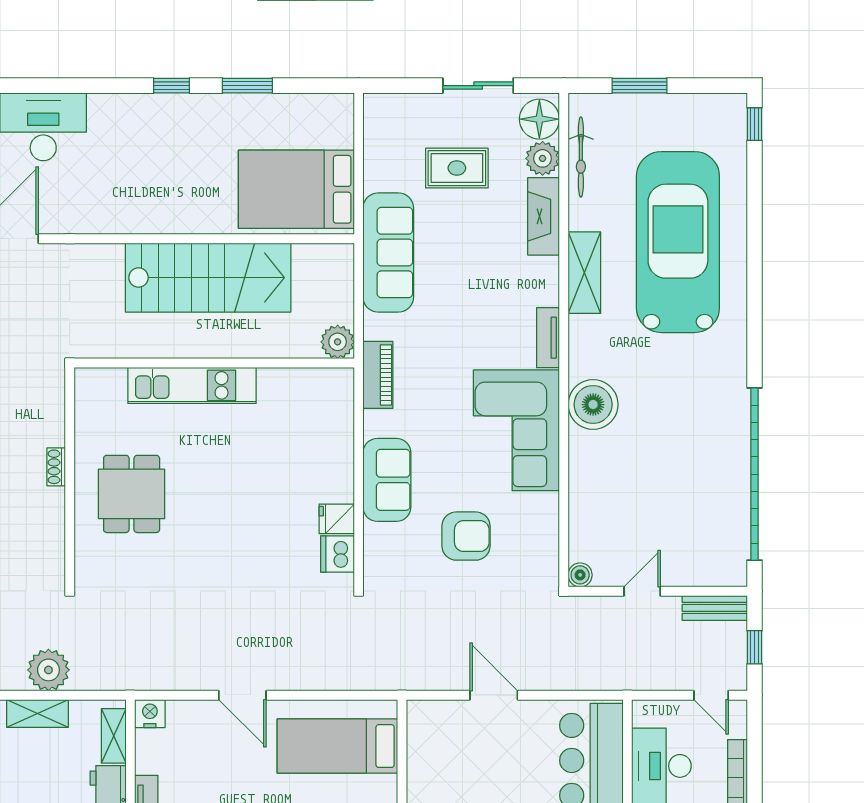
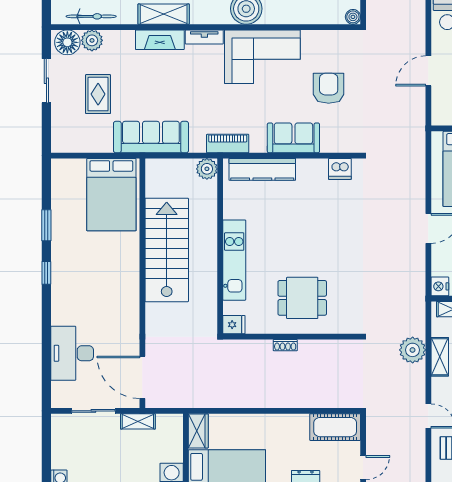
fireplace: (544, 216) -> (160, 40), moved
kitchen counter: (337, 430) -> (262, 169), added
fridge: (337, 519) -> (234, 325), moved, turned -90

